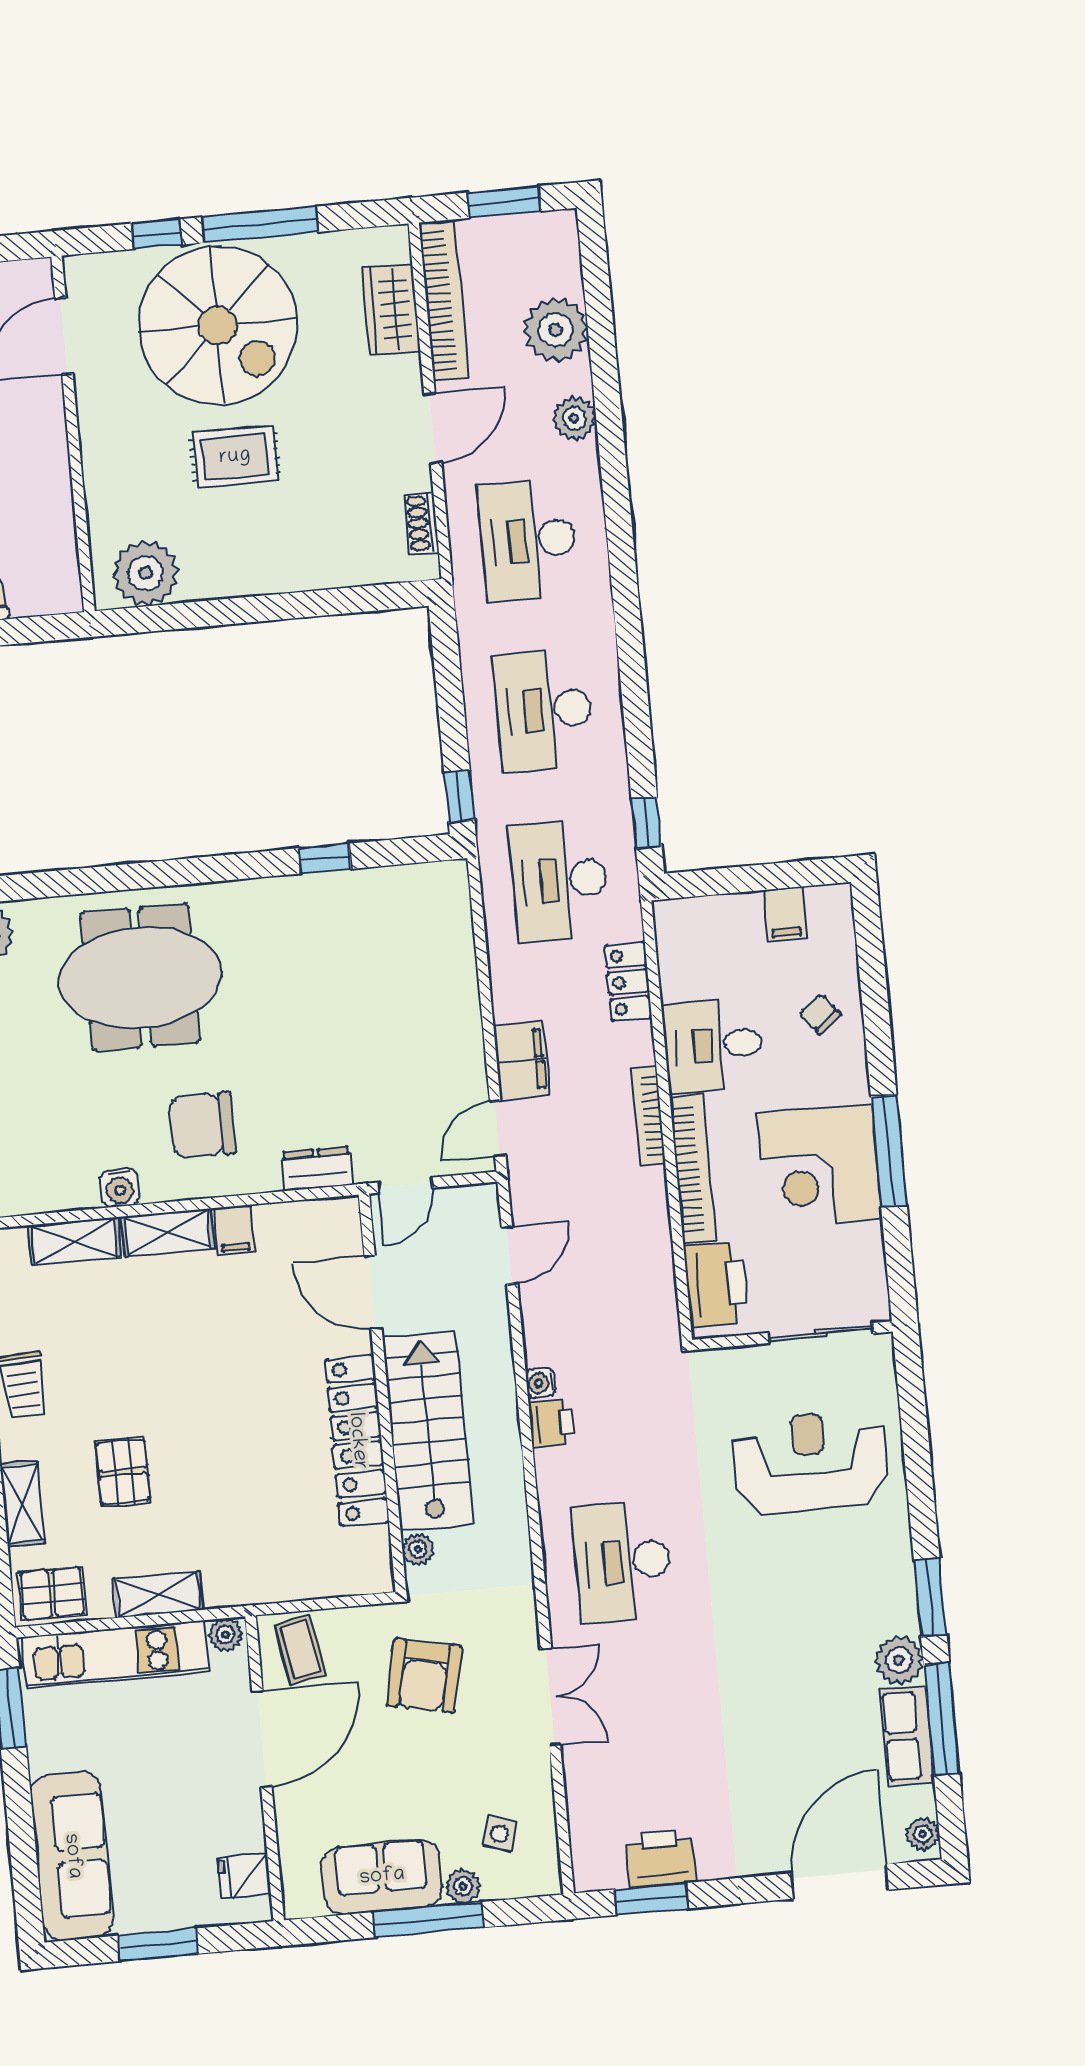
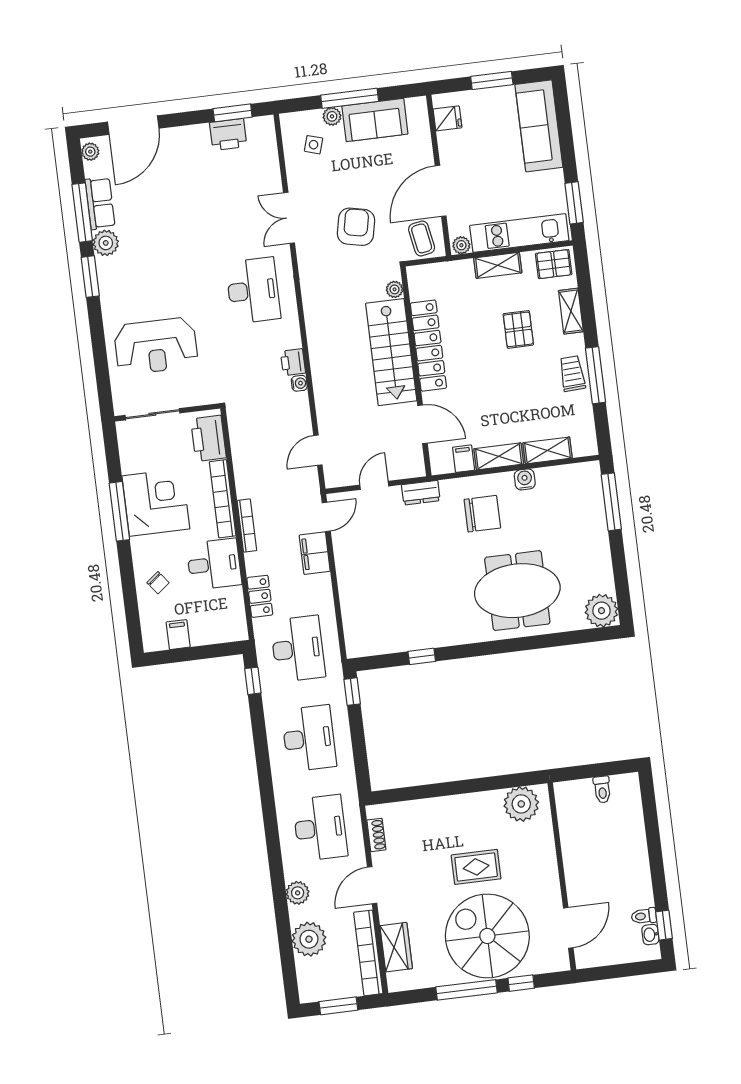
door: (373, 1292) -> (422, 424), moved
wall: (382, 1393) -> (416, 371), moved
stairs: (428, 1431) -> (391, 352), moved
locker: (357, 1441) -> (428, 346), moved
plant: (418, 1549) -> (395, 289), moved

